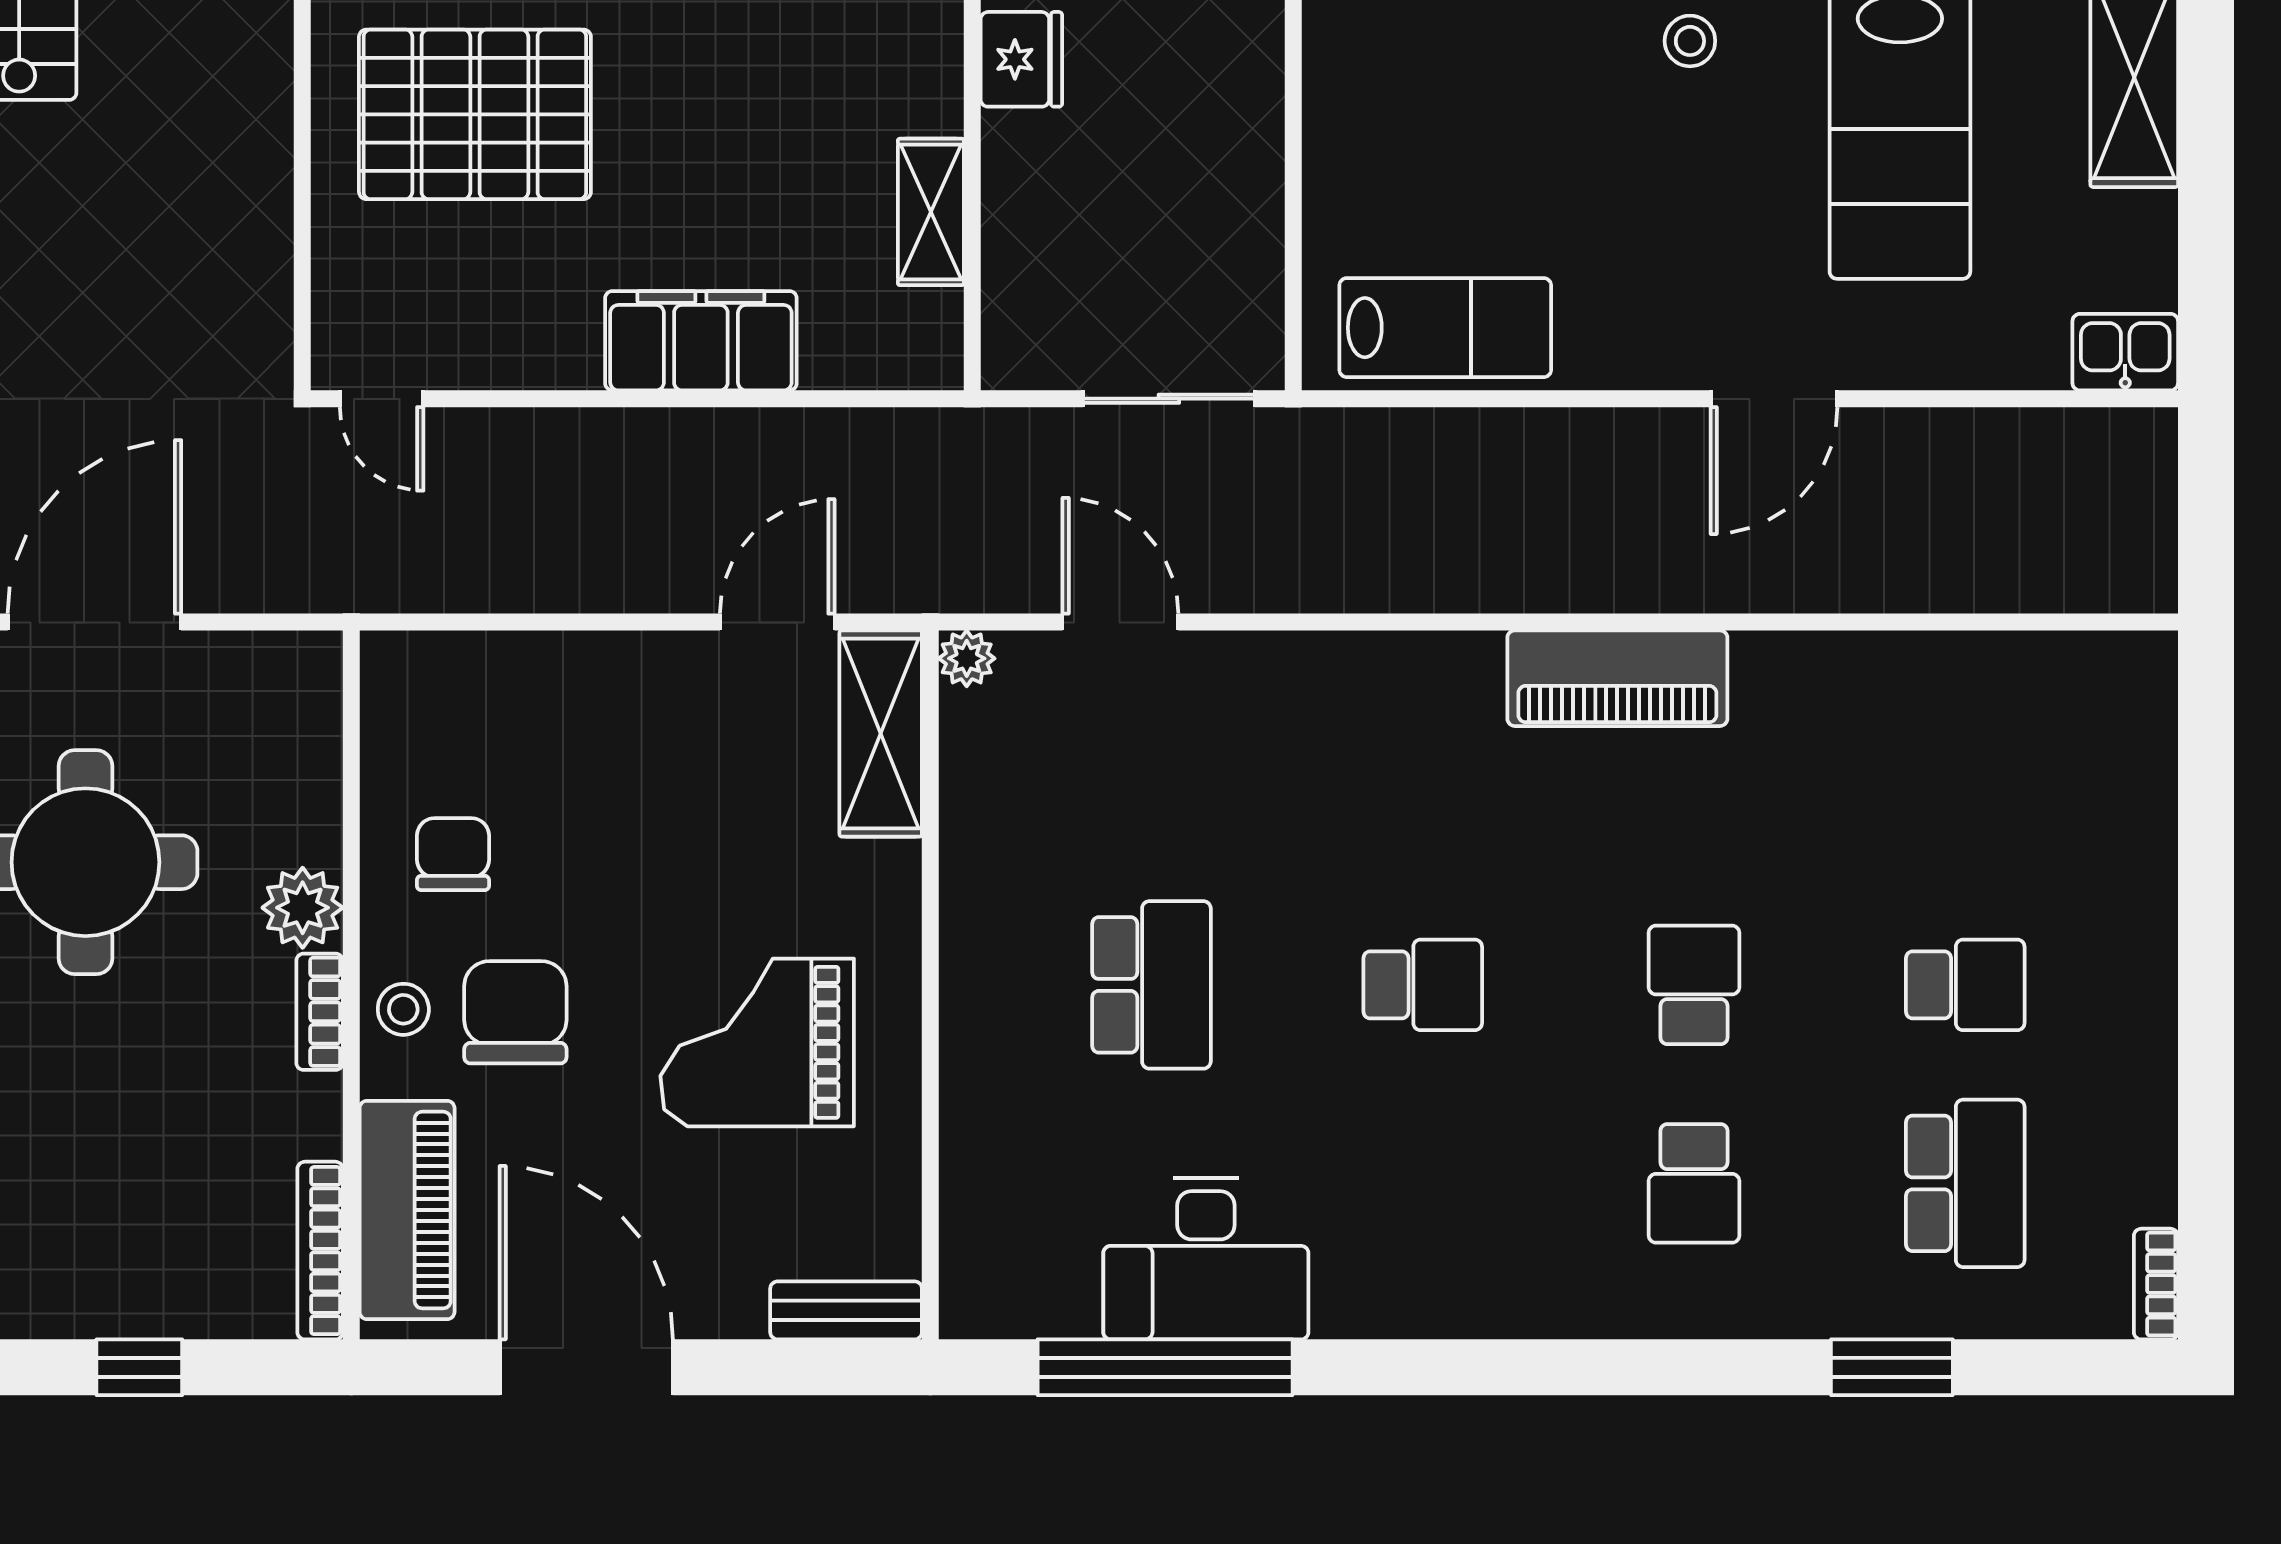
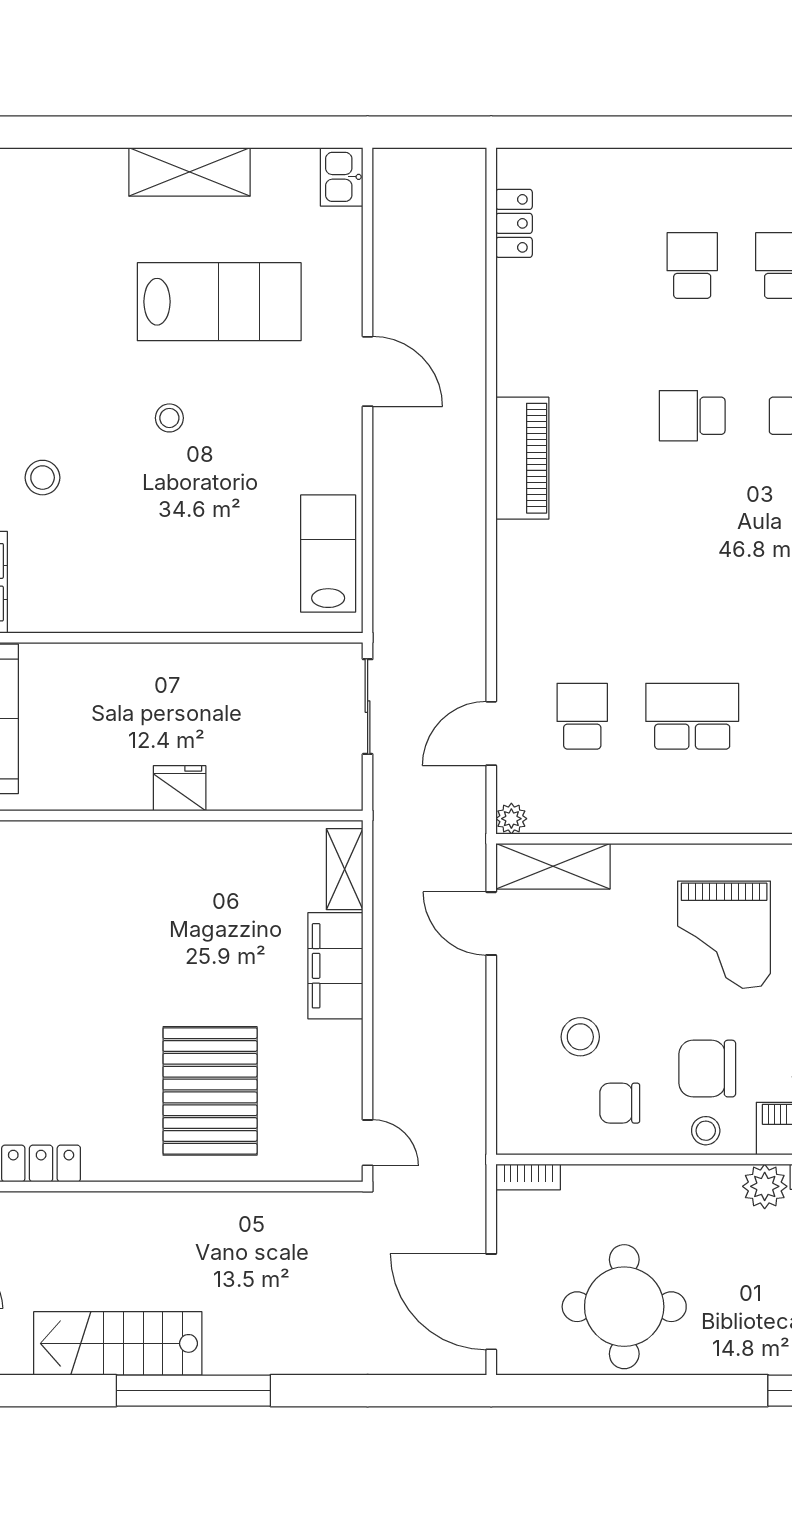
shelving: (931, 212) -> (345, 869), moved, turned 90
door: (382, 399) -> (368, 1143), hinge flipped
locker: (2041, 663) -> (514, 223), added
stool: (573, 783) -> (580, 1037), added
plant: (303, 908) -> (765, 1186), moved
school desk: (1423, 985) -> (582, 716), moved
bookcase: (320, 1012) -> (528, 1177), moved

